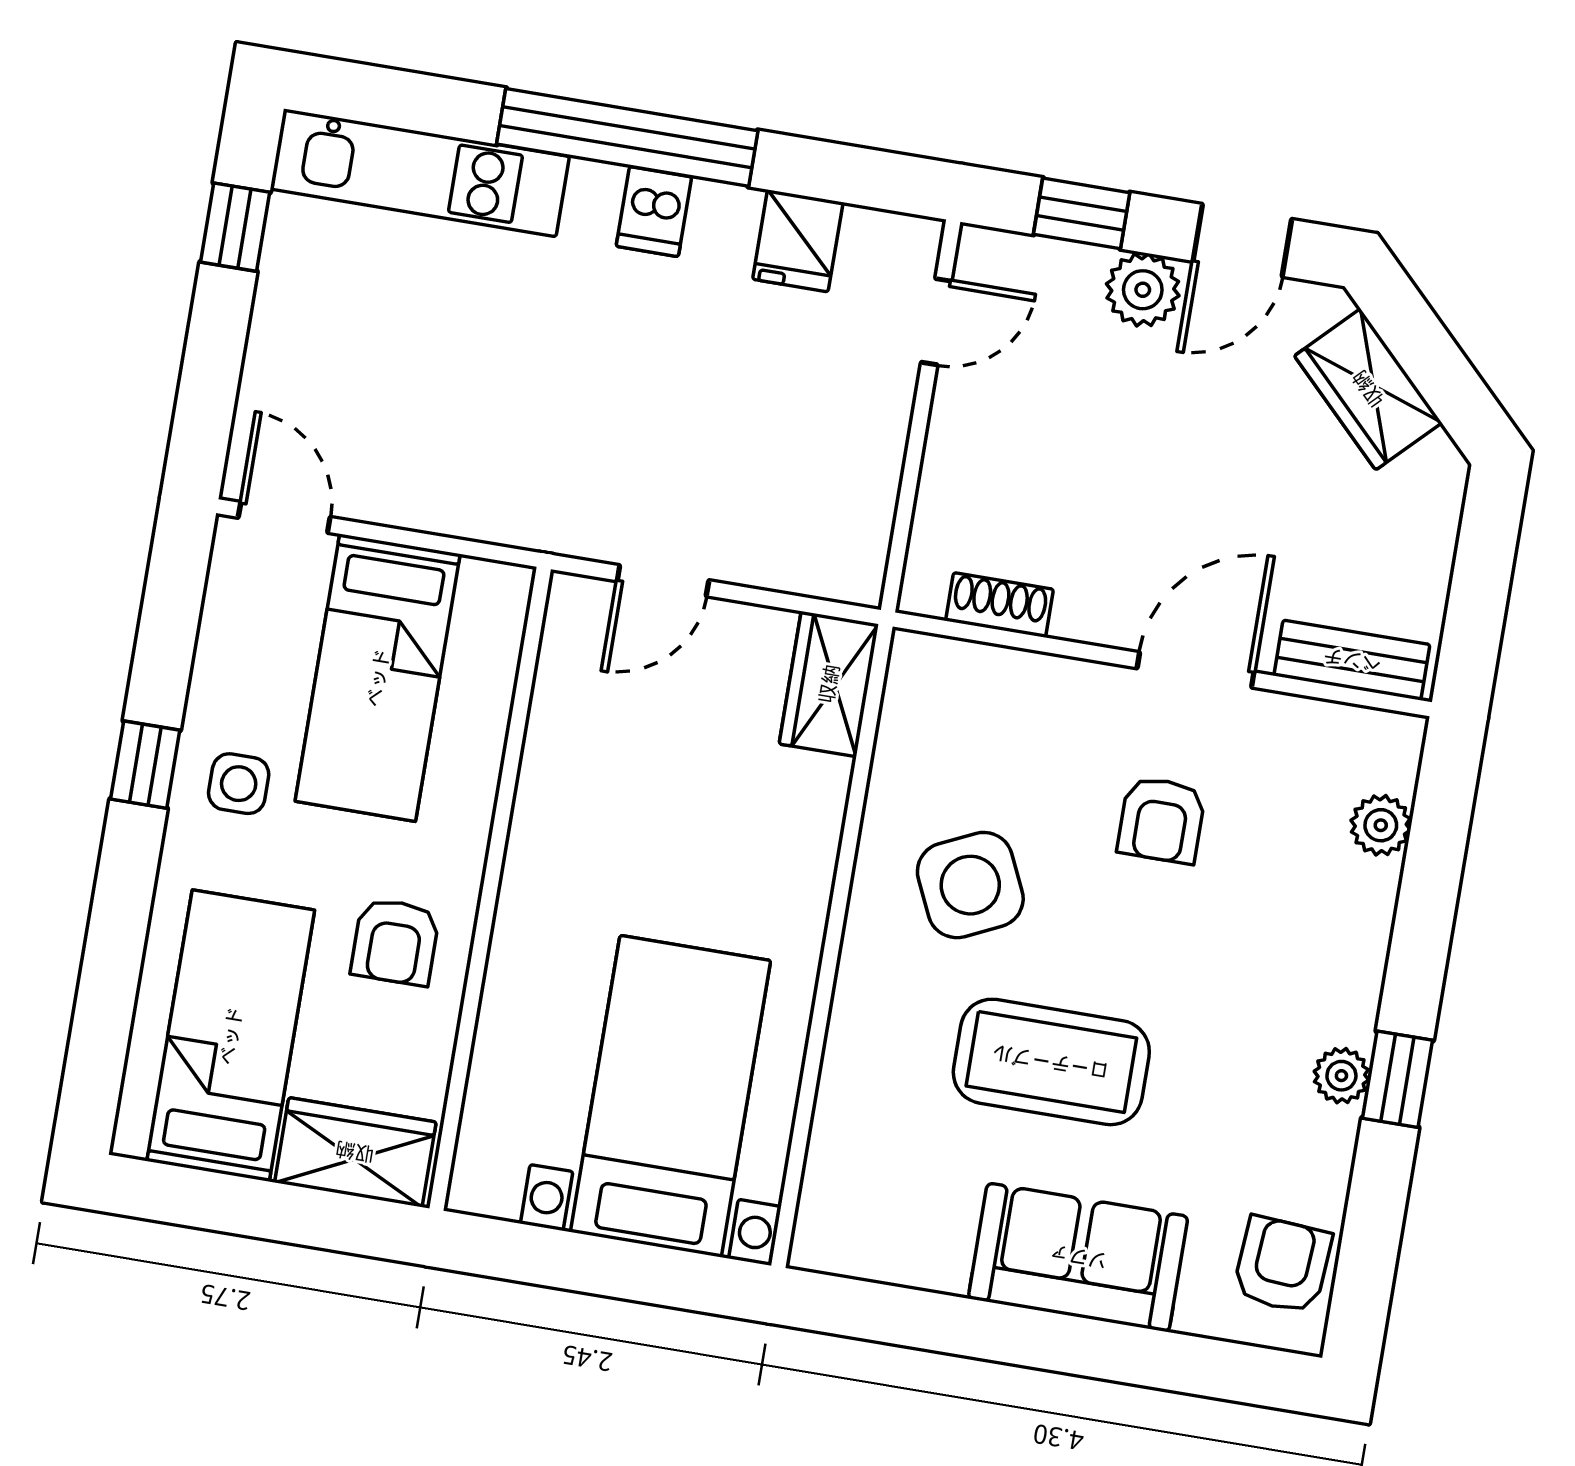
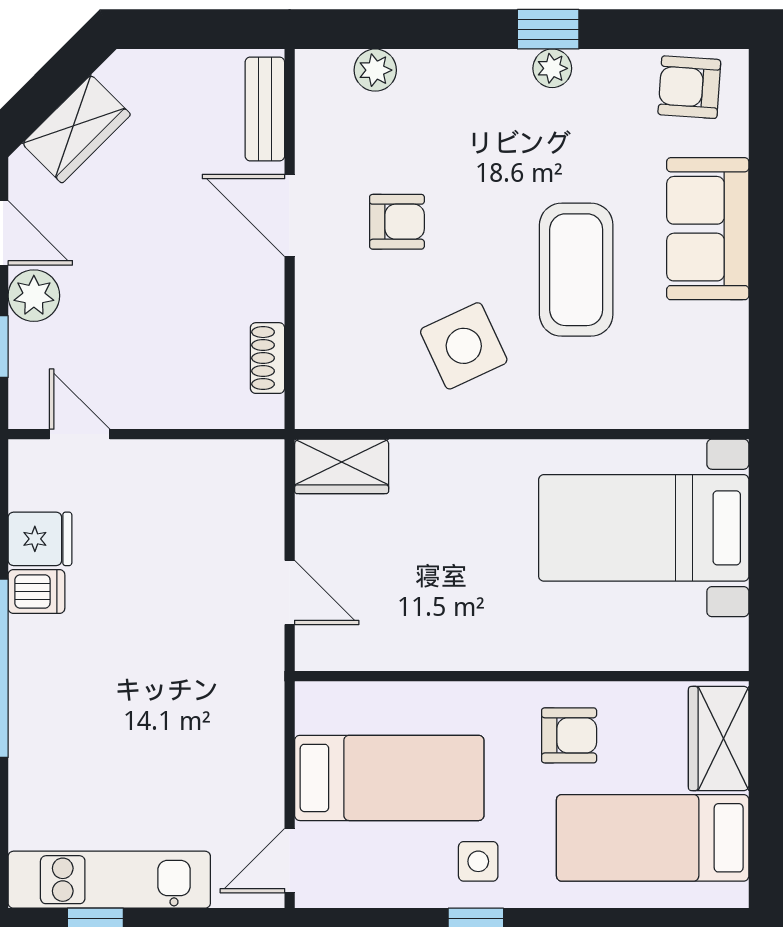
kitchen unit: (420, 173) -> (109, 880), moved, turned -90
dishwasher: (654, 212) -> (36, 591), moved

